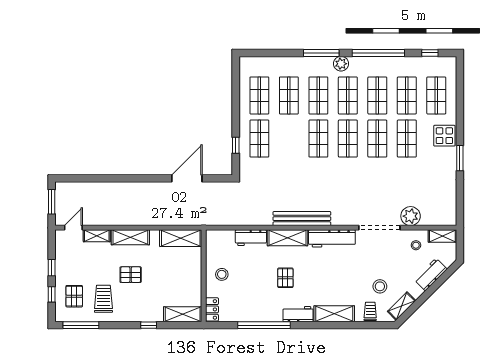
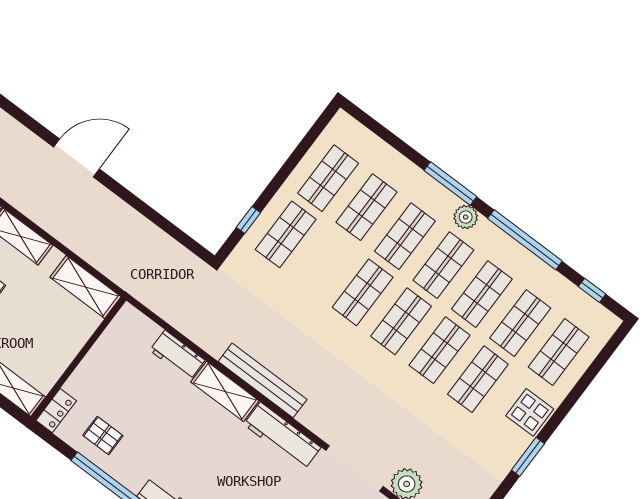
door: (187, 178) -> (76, 158), moved
stool: (222, 274) -> (103, 374), removed
pallet: (285, 278) -> (103, 435), moved, turned 90

